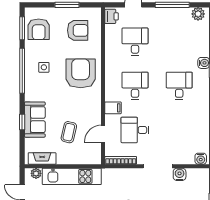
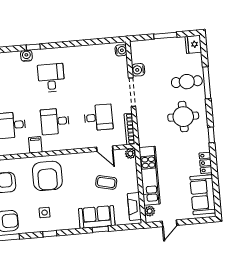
window: (22, 71) -> (50, 234), width x0.32
armchair: (81, 73) -> (47, 176), turned -90
desk: (179, 86) -> (51, 78), turned 90
filing cabinet: (113, 108) -> (35, 145), moved
desk: (135, 130) -> (98, 117), turned -90
plant: (96, 159) -> (130, 153), added

